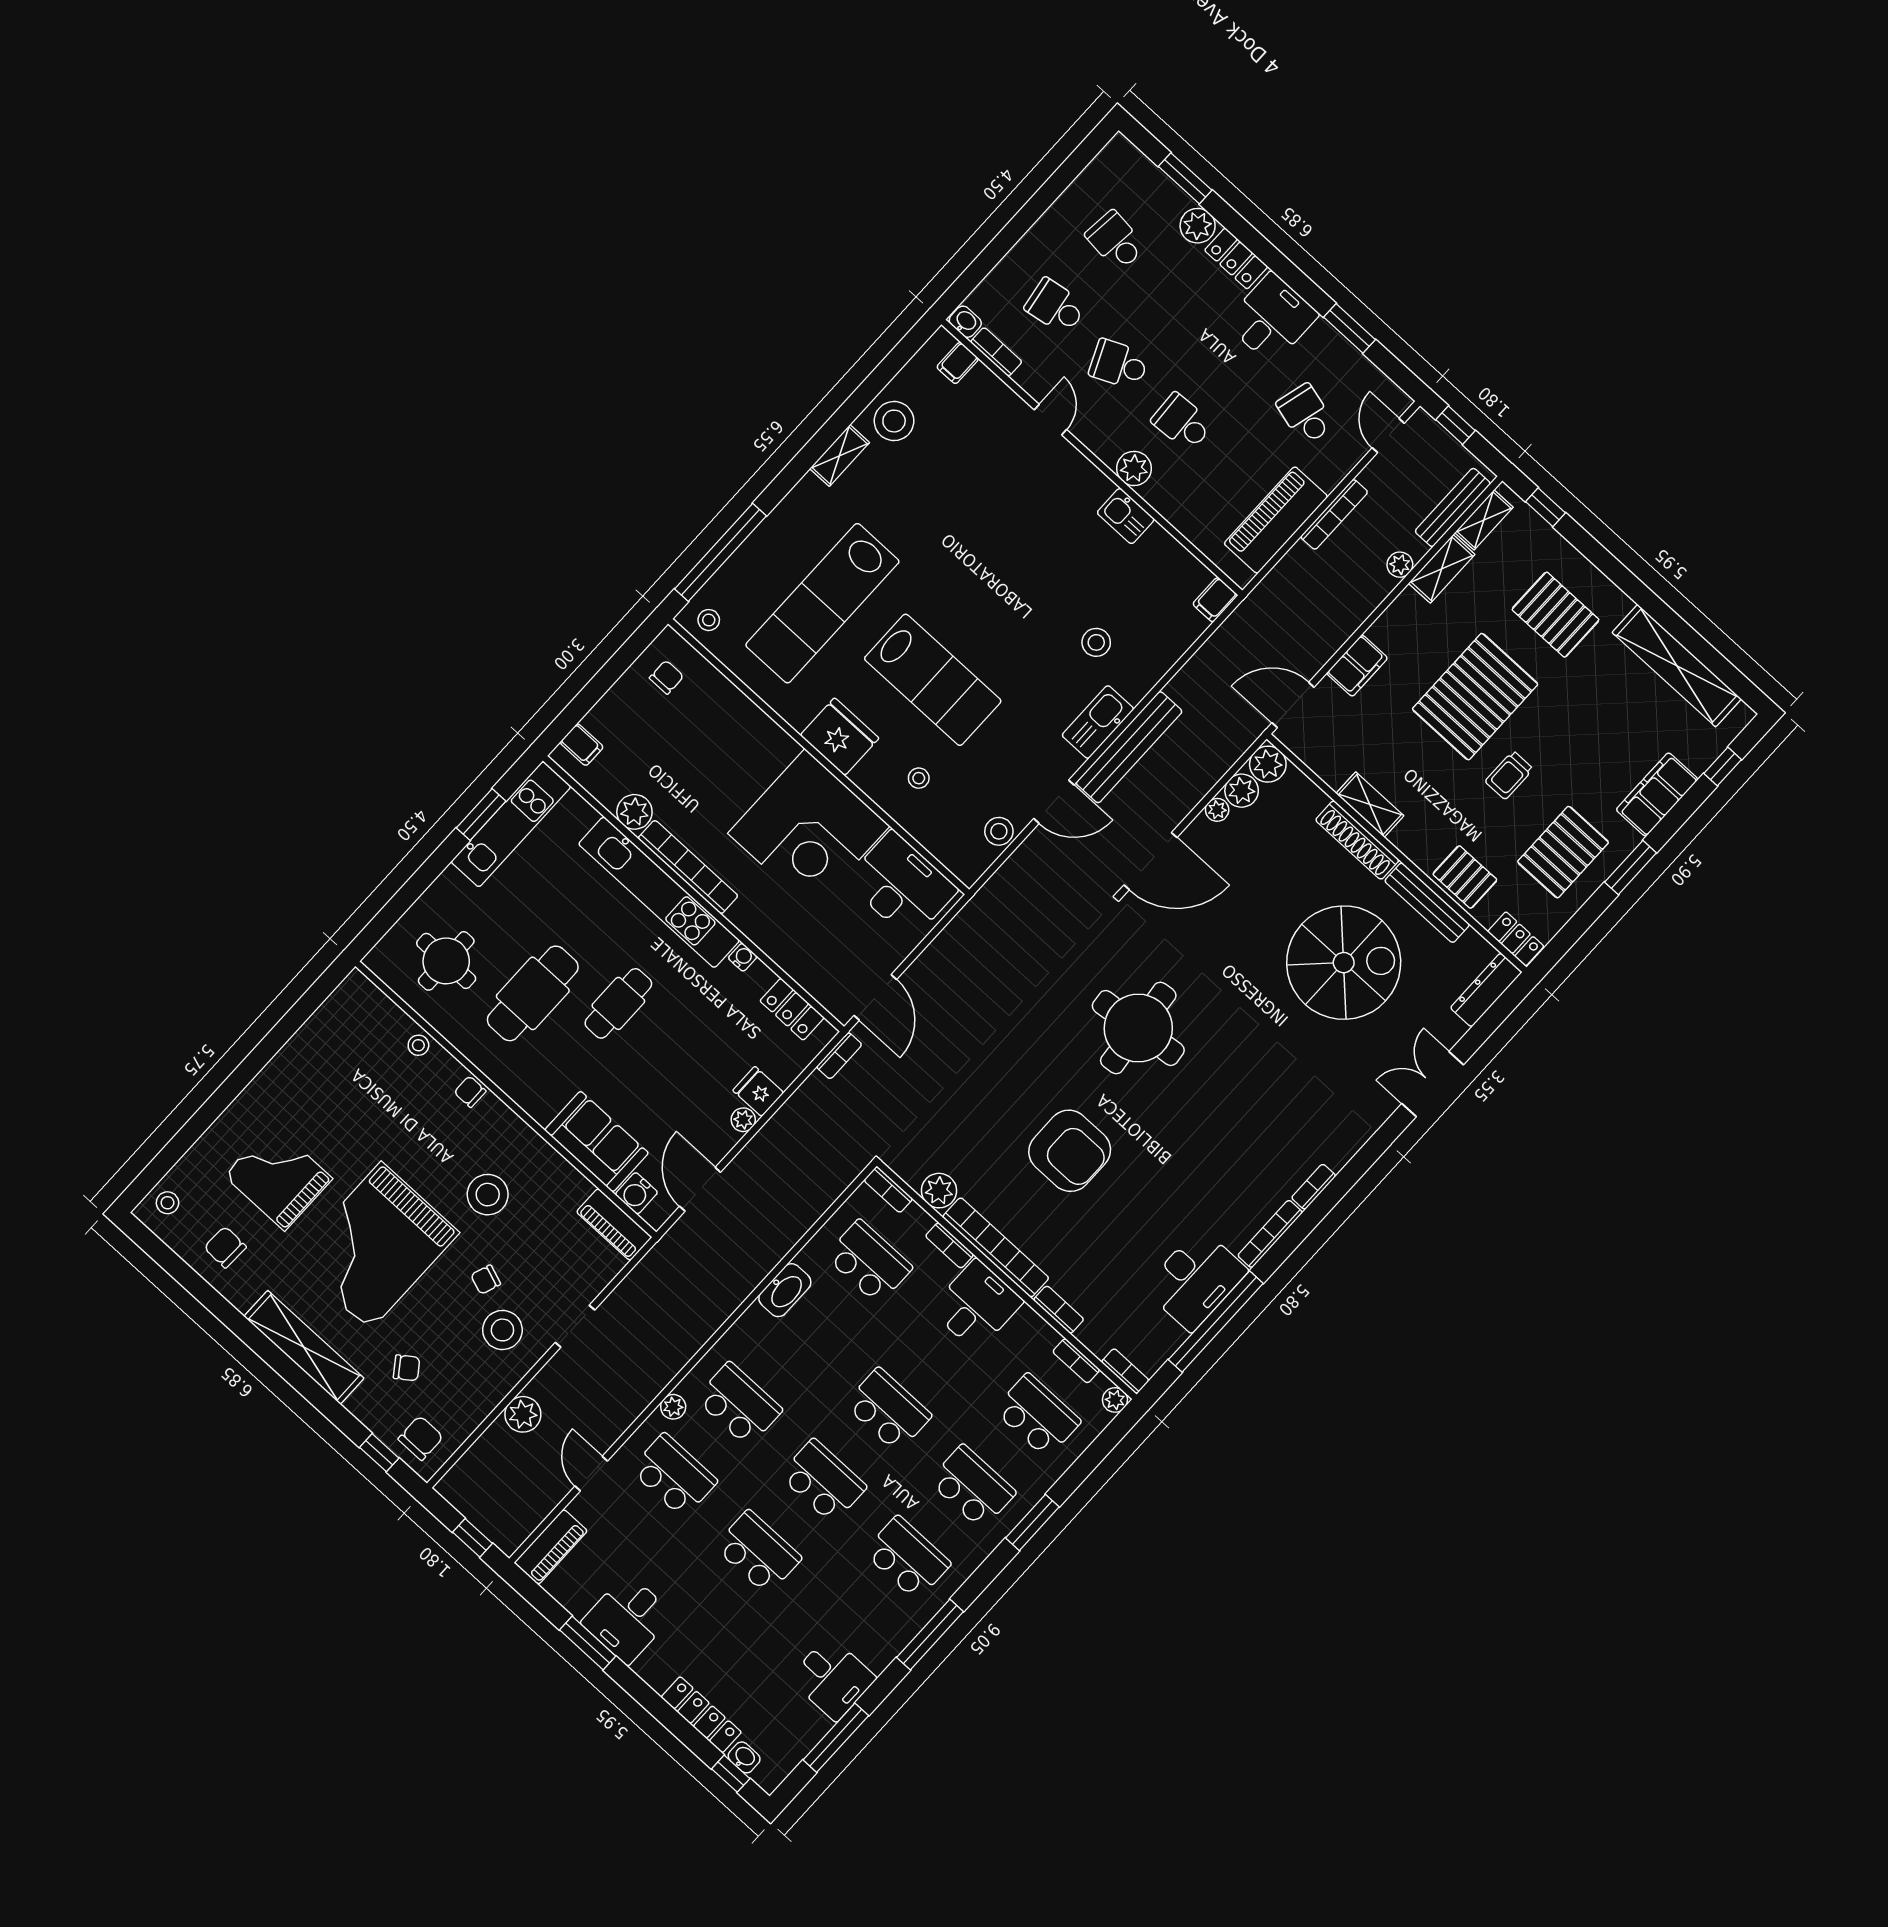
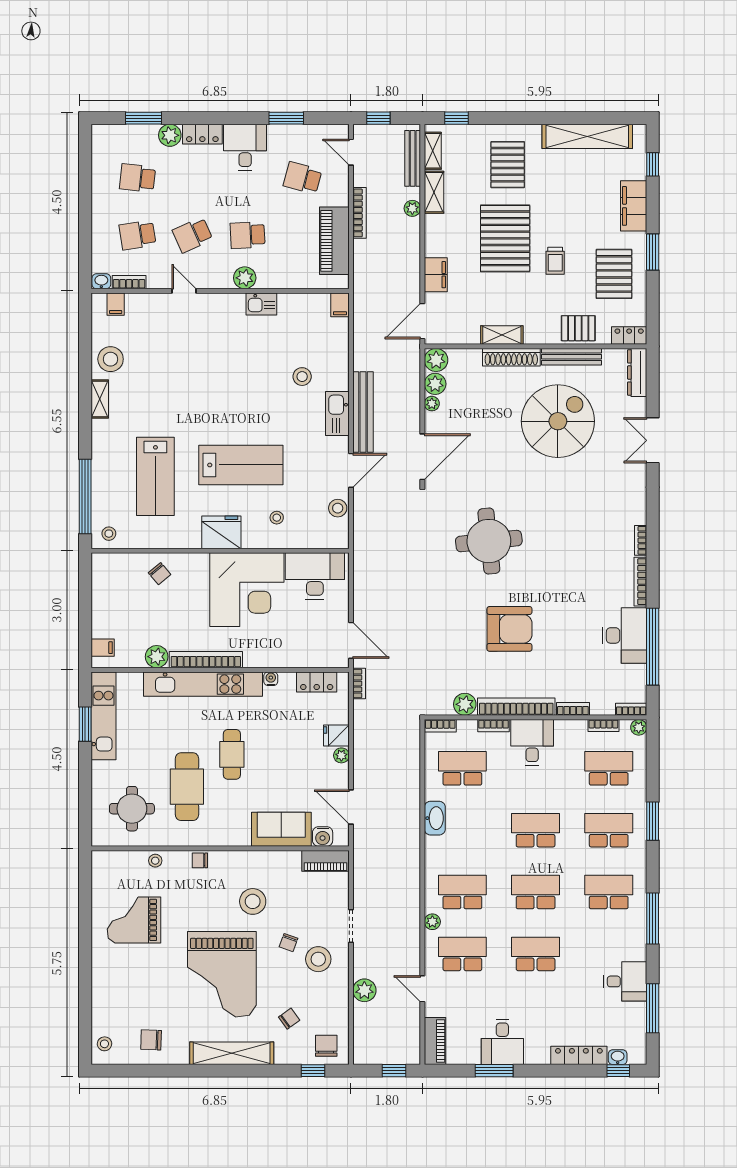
lab bench: (822, 603) -> (155, 476), width x0.73
pallet: (1556, 615) -> (508, 165), turned 90
chair: (667, 677) -> (160, 574), moved, turned 140
grand piano: (278, 1177) -> (134, 920), moved

